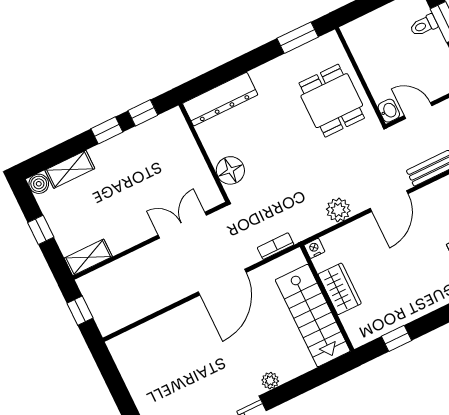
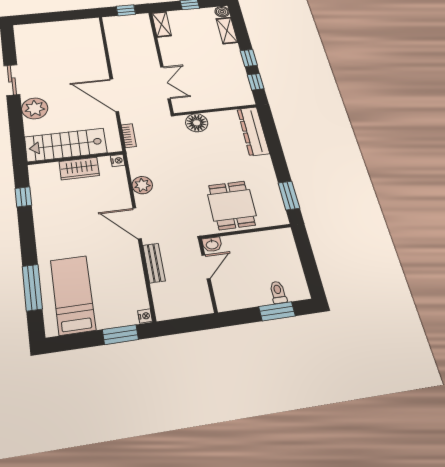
dining table: (332, 101) -> (232, 205), turned 90
plant: (270, 381) -> (35, 108), width x1.88, depth x1.88

